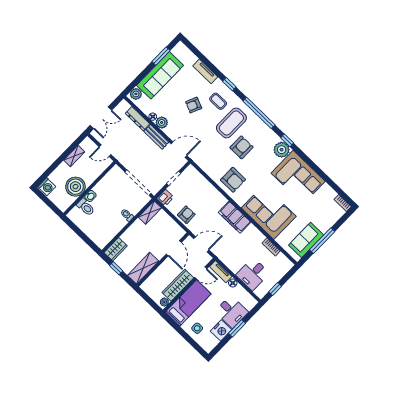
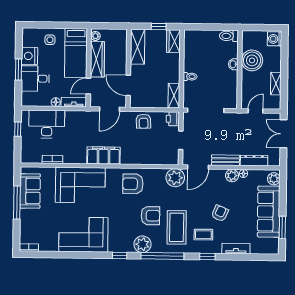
armchair: (241, 147) -> (150, 216), turned -90
plant: (282, 150) -> (142, 244), moved
plant: (201, 157) -> (175, 178), added
toilet: (86, 207) -> (229, 36), moved
desk: (253, 274) -> (47, 124), width x1.37

